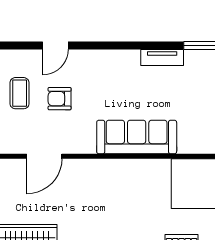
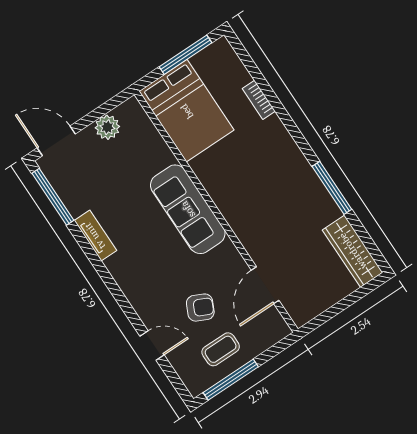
armchair: (60, 99) -> (200, 308), turned -65
door: (44, 156) -> (265, 285), swing flipped

